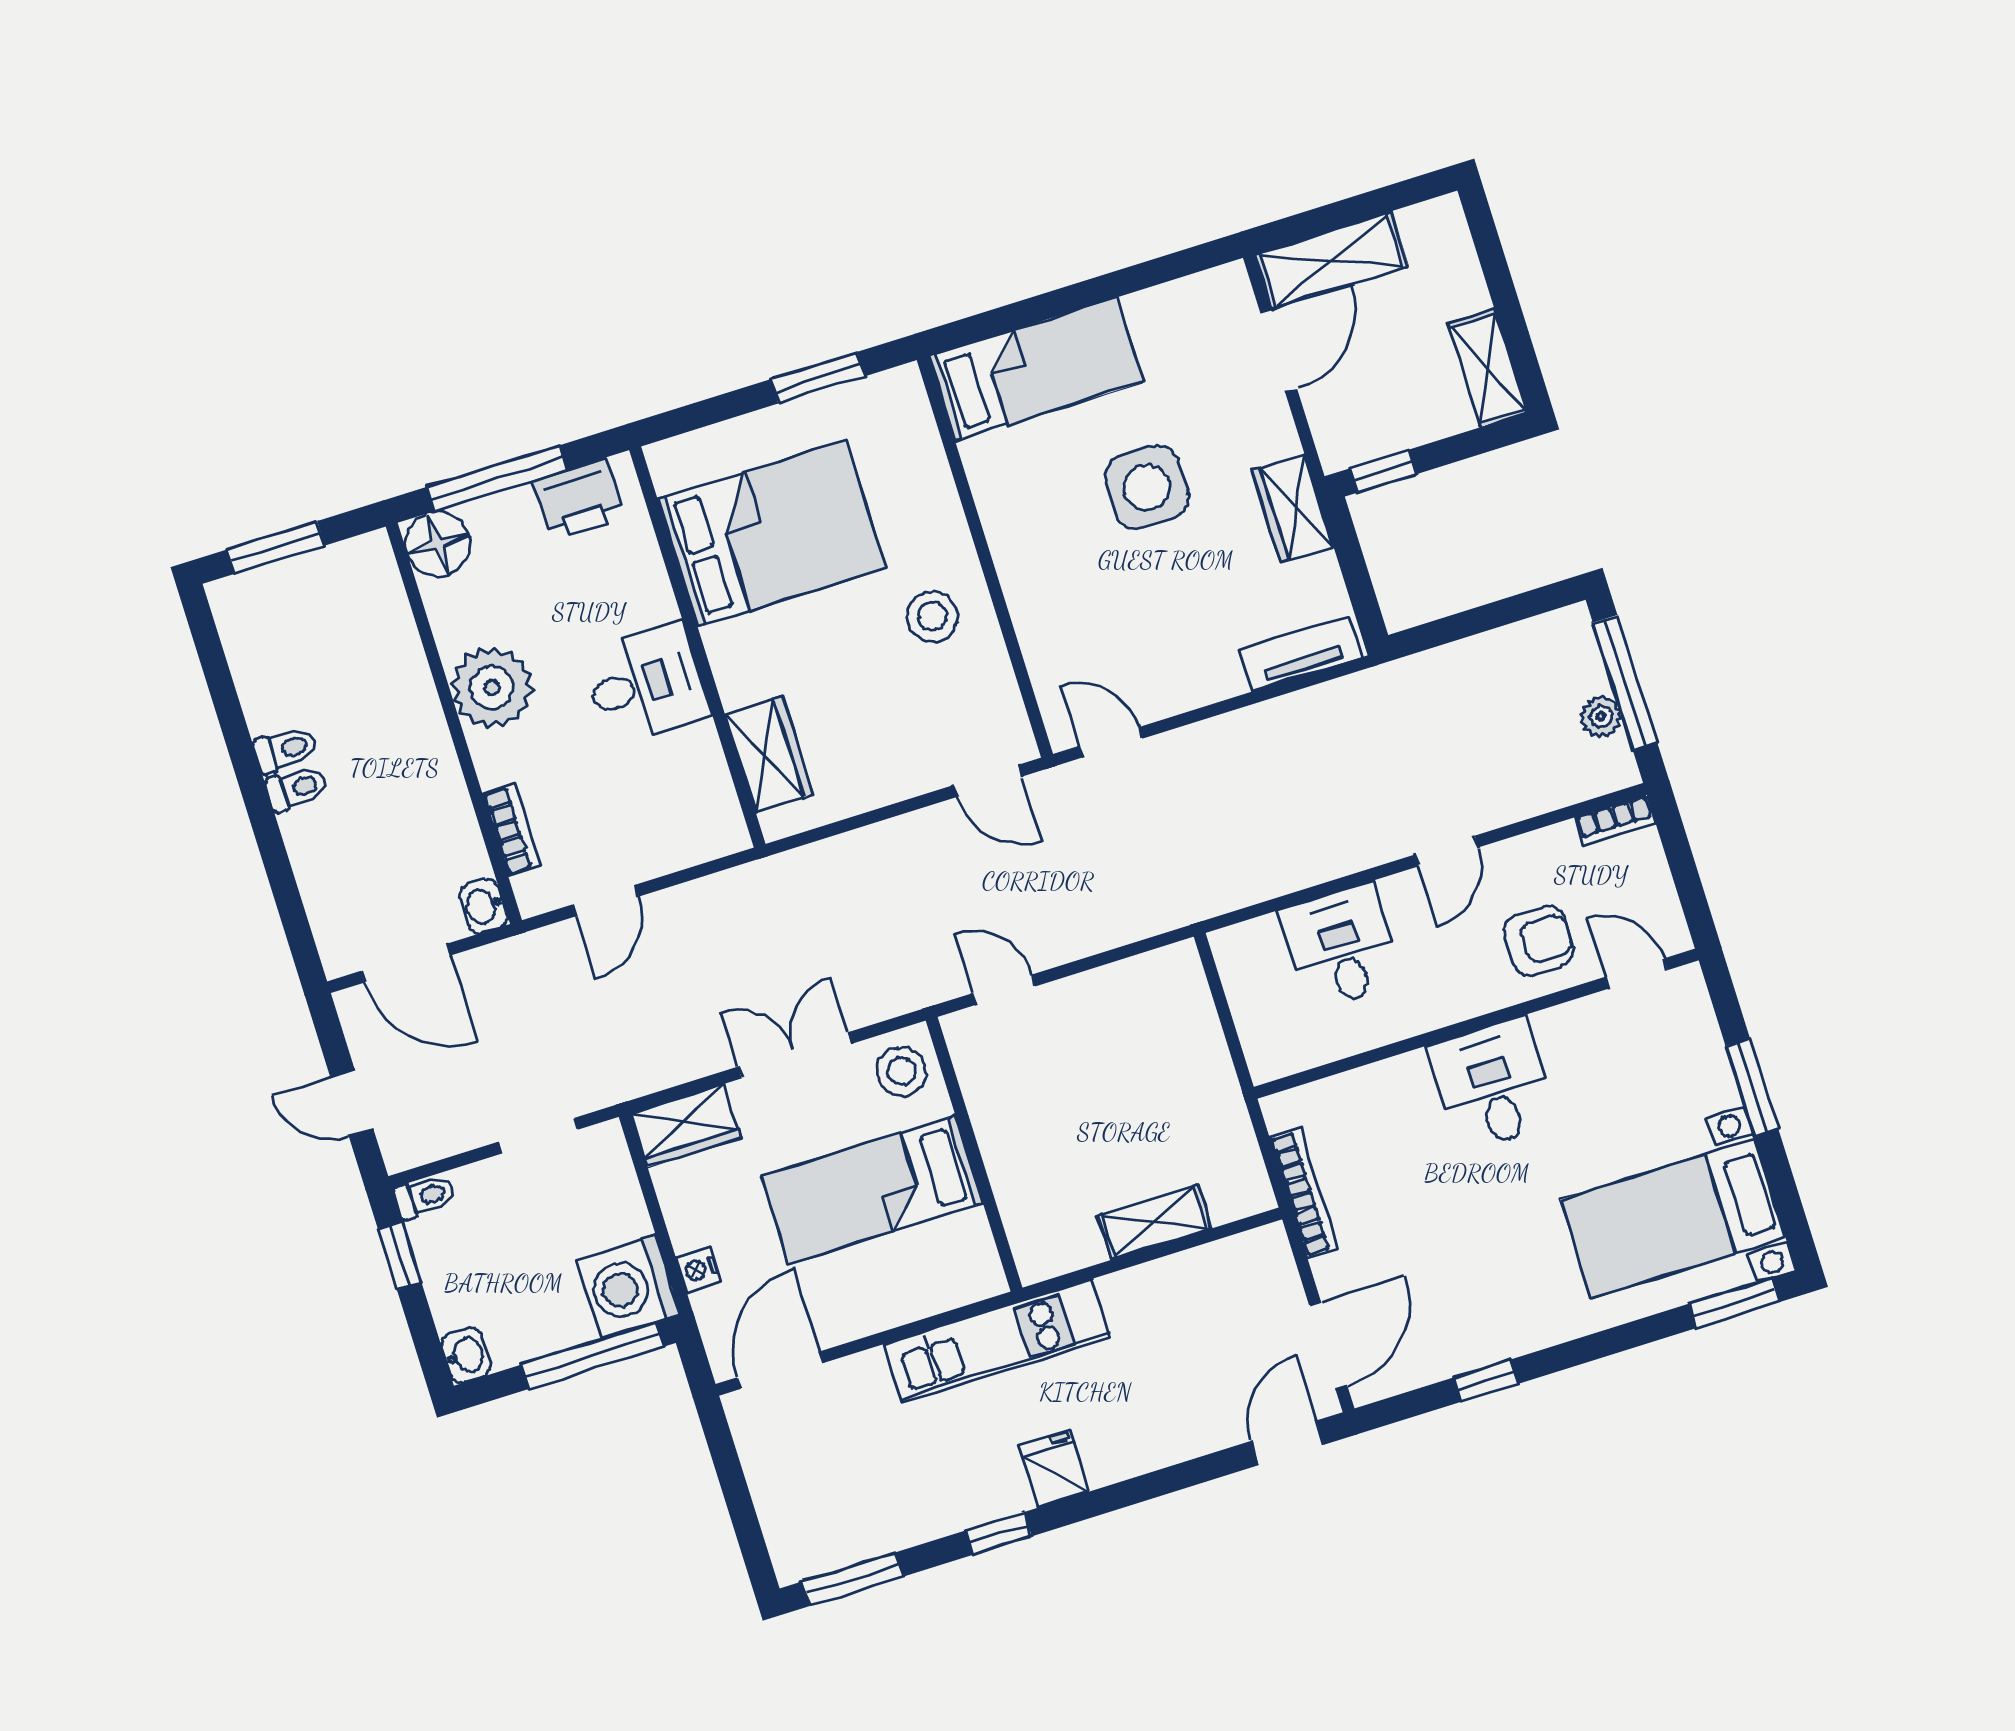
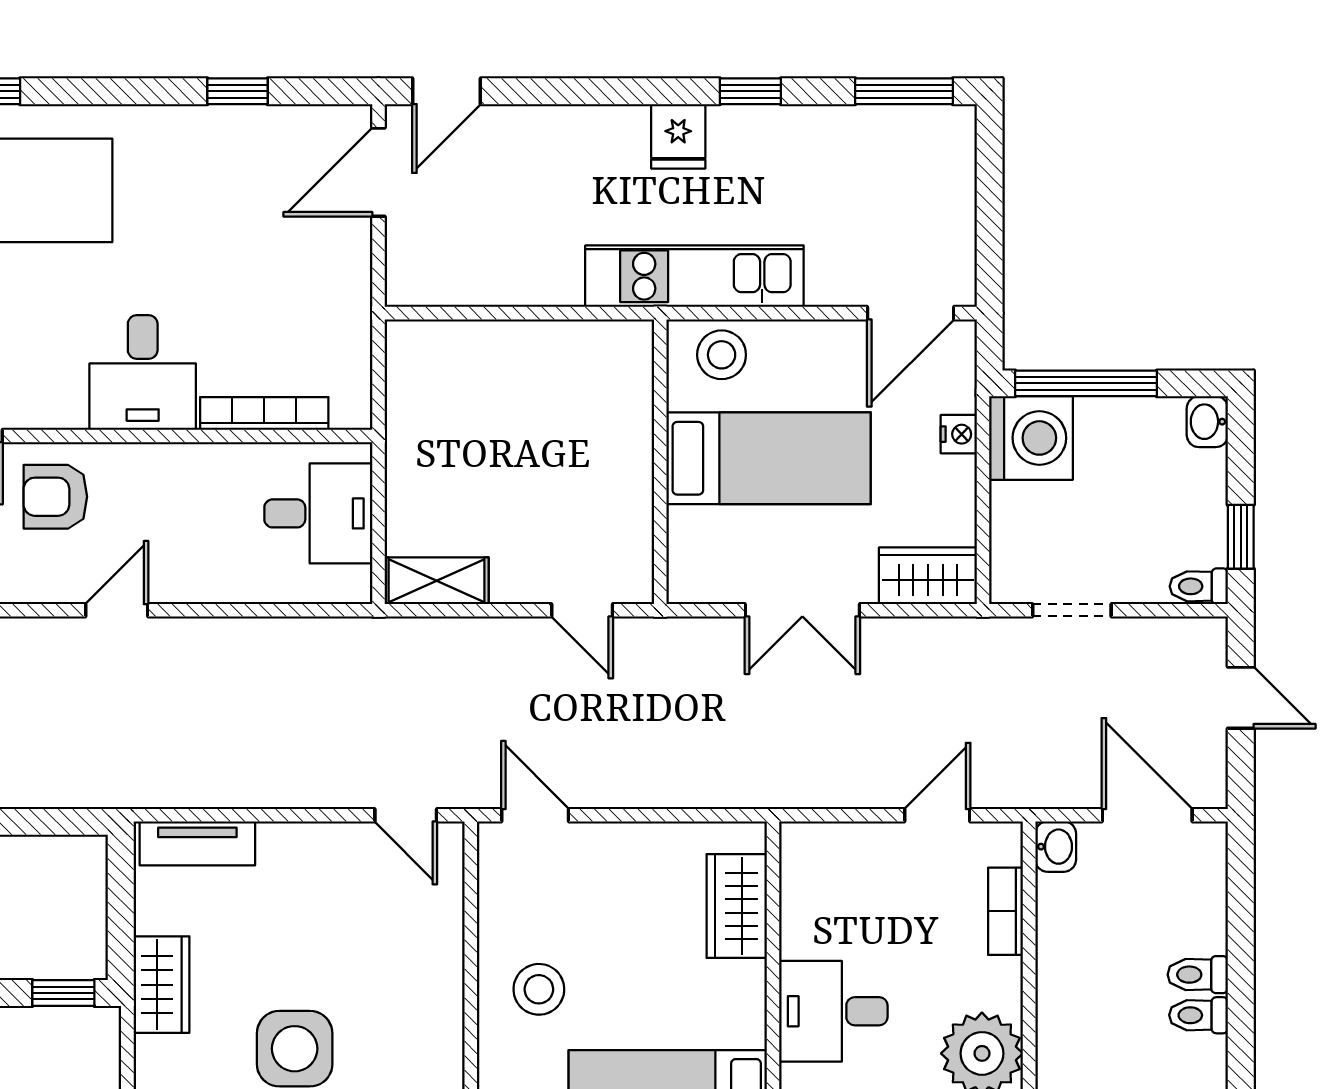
toilet: (286, 749) -> (1198, 975), moved
desk: (1341, 947) -> (318, 513), moved, turned -90
stool: (902, 1071) -> (722, 355), moved
bookcase: (1304, 1193) -> (264, 414), moved, turned 90
shelving: (1155, 1222) -> (437, 581), moved

